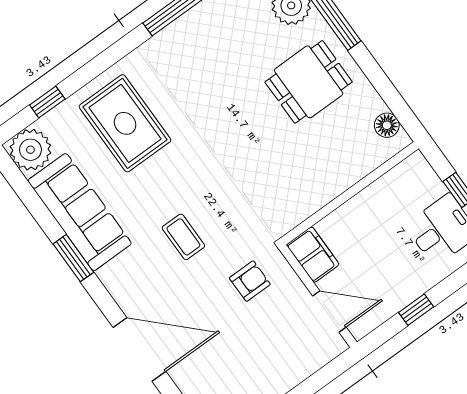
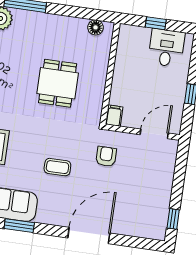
dining table: (309, 82) -> (58, 83), moved
filing cabinet: (313, 255) -> (114, 116), width x0.50

